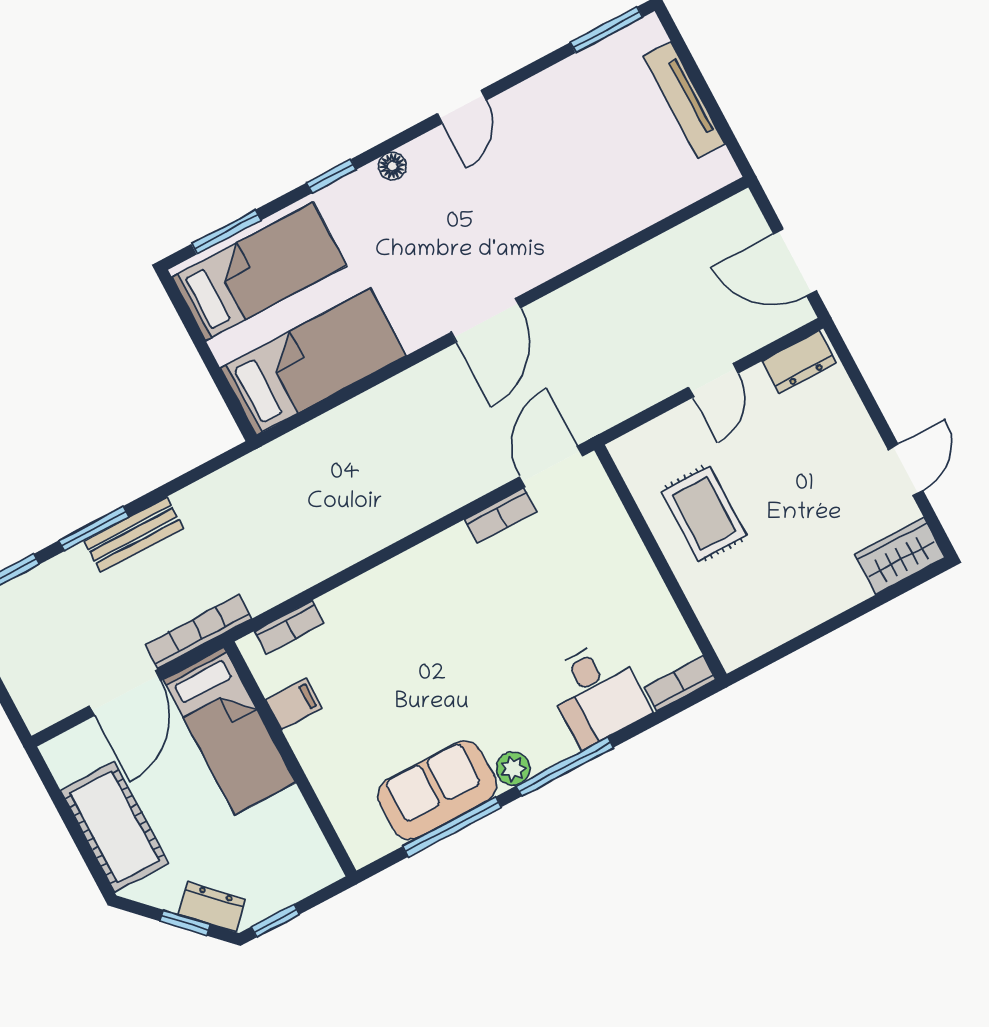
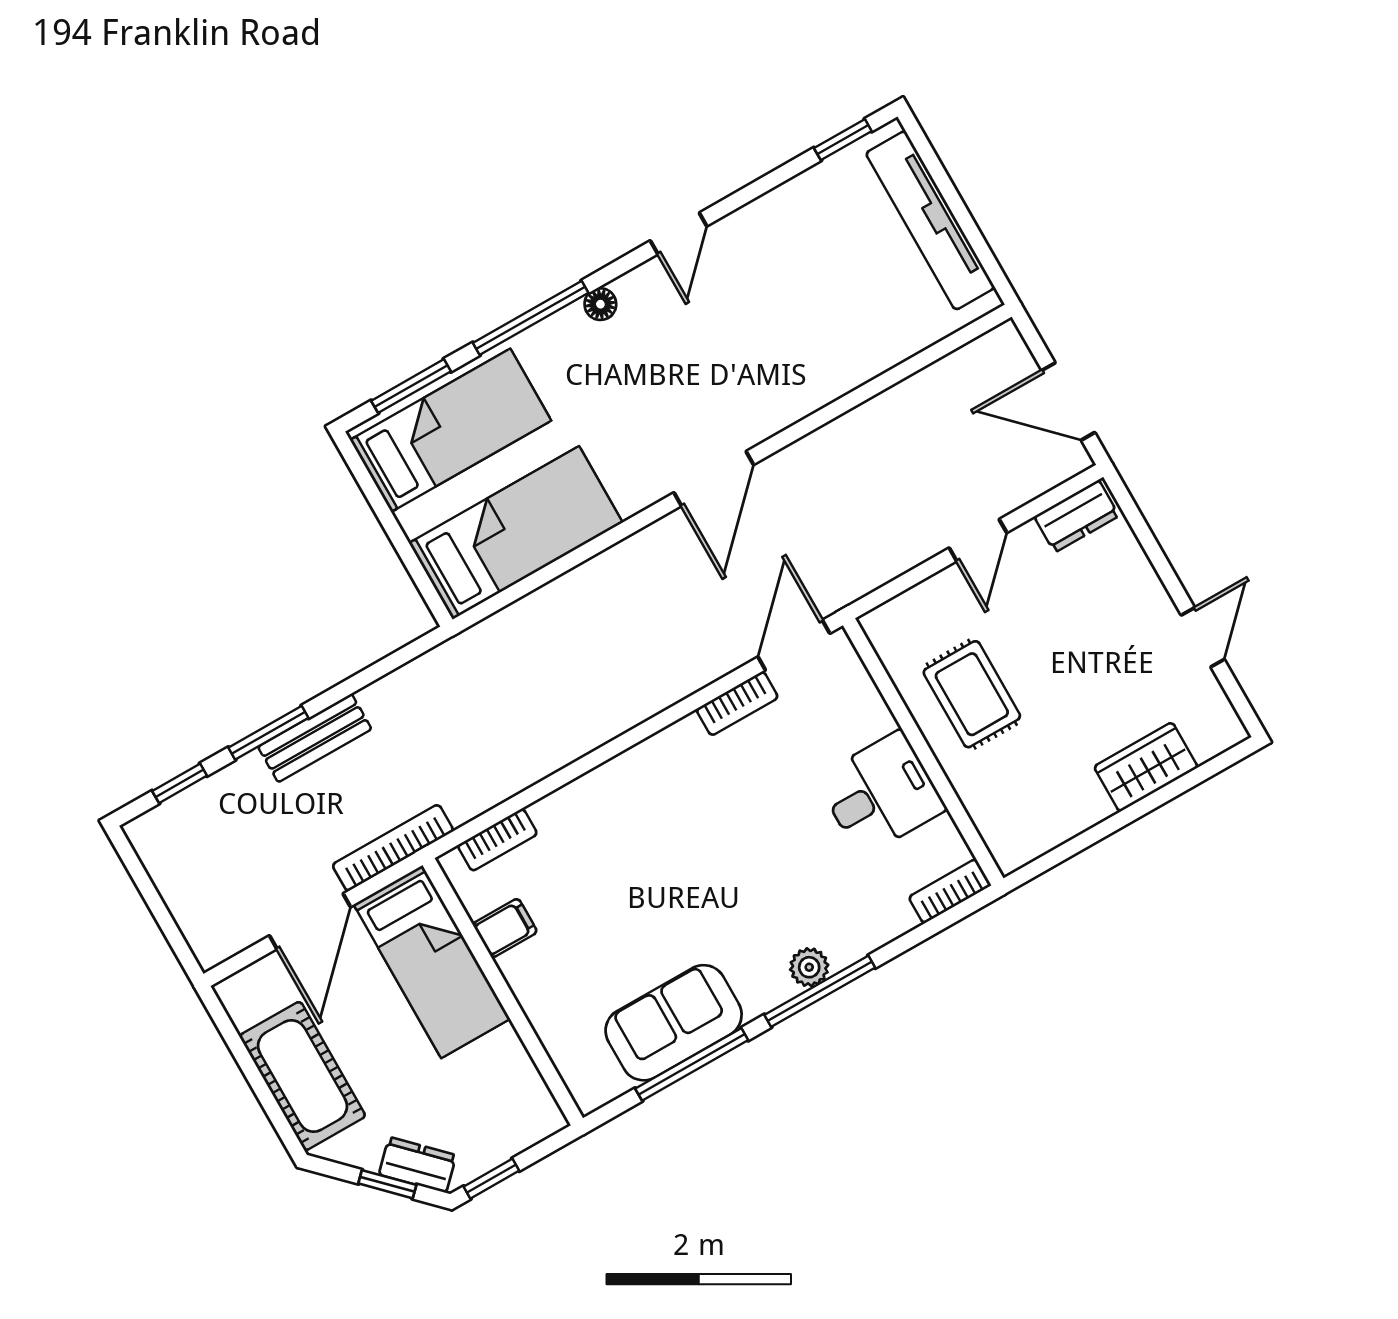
window: (606, 30) -> (843, 140), width x0.67
tv unit: (684, 100) -> (930, 220), width x1.36, depth x1.29
window: (332, 176) -> (531, 318), width x2.17
wardrobe: (900, 556) -> (1146, 767), moved
desk: (597, 693) -> (881, 794), moved, turned -90
plant: (513, 769) -> (809, 967), moved

